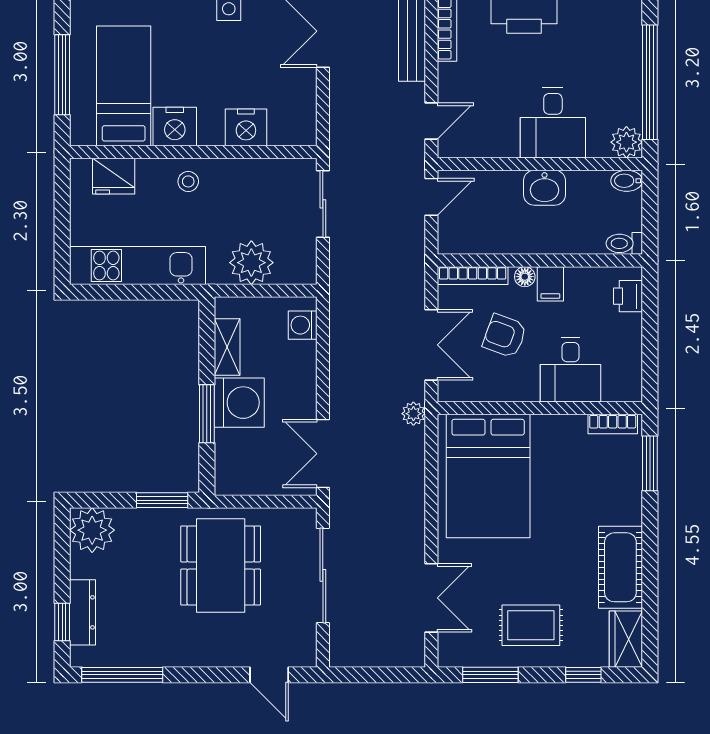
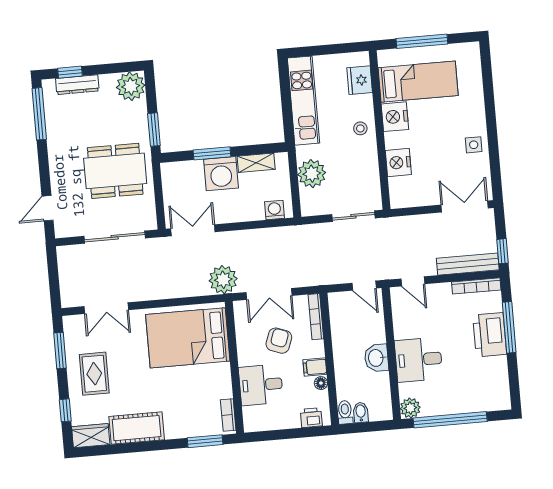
bidet: (627, 181) -> (361, 412), moved
floor lamp: (525, 277) -> (321, 383), moved
plant: (413, 414) -> (223, 280), width x1.87, depth x1.87

